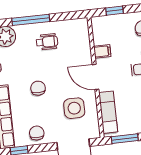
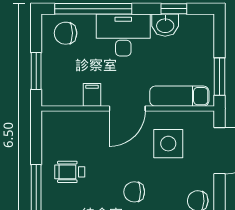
window: (114, 11) -> (36, 71), width x1.50
wheelchair: (47, 42) -> (70, 172), turned -90

